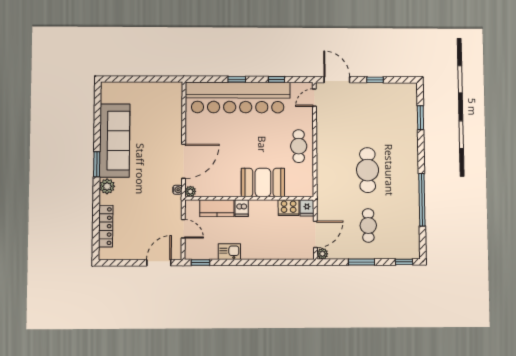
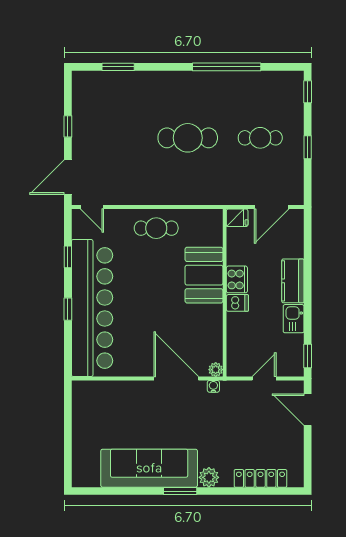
kitchen counter: (217, 208) -> (293, 281), moved, turned 180
cooker: (289, 208) -> (237, 279), moved
door: (315, 234) -> (272, 207), swing flipped
plant: (322, 254) -> (297, 198), removed
window: (362, 262) -> (308, 147), width x0.67

